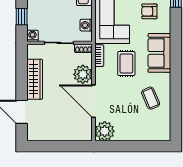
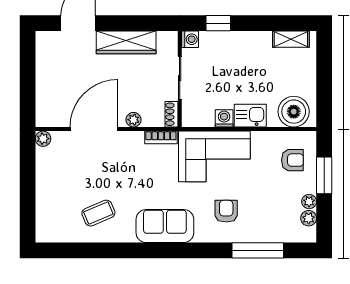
washing machine: (86, 25) -> (224, 118), moved
rug: (126, 63) -> (149, 177), removed
plant: (83, 74) -> (133, 120), width x0.53, depth x0.53
plant: (105, 131) -> (43, 139), width x0.53, depth x0.53

